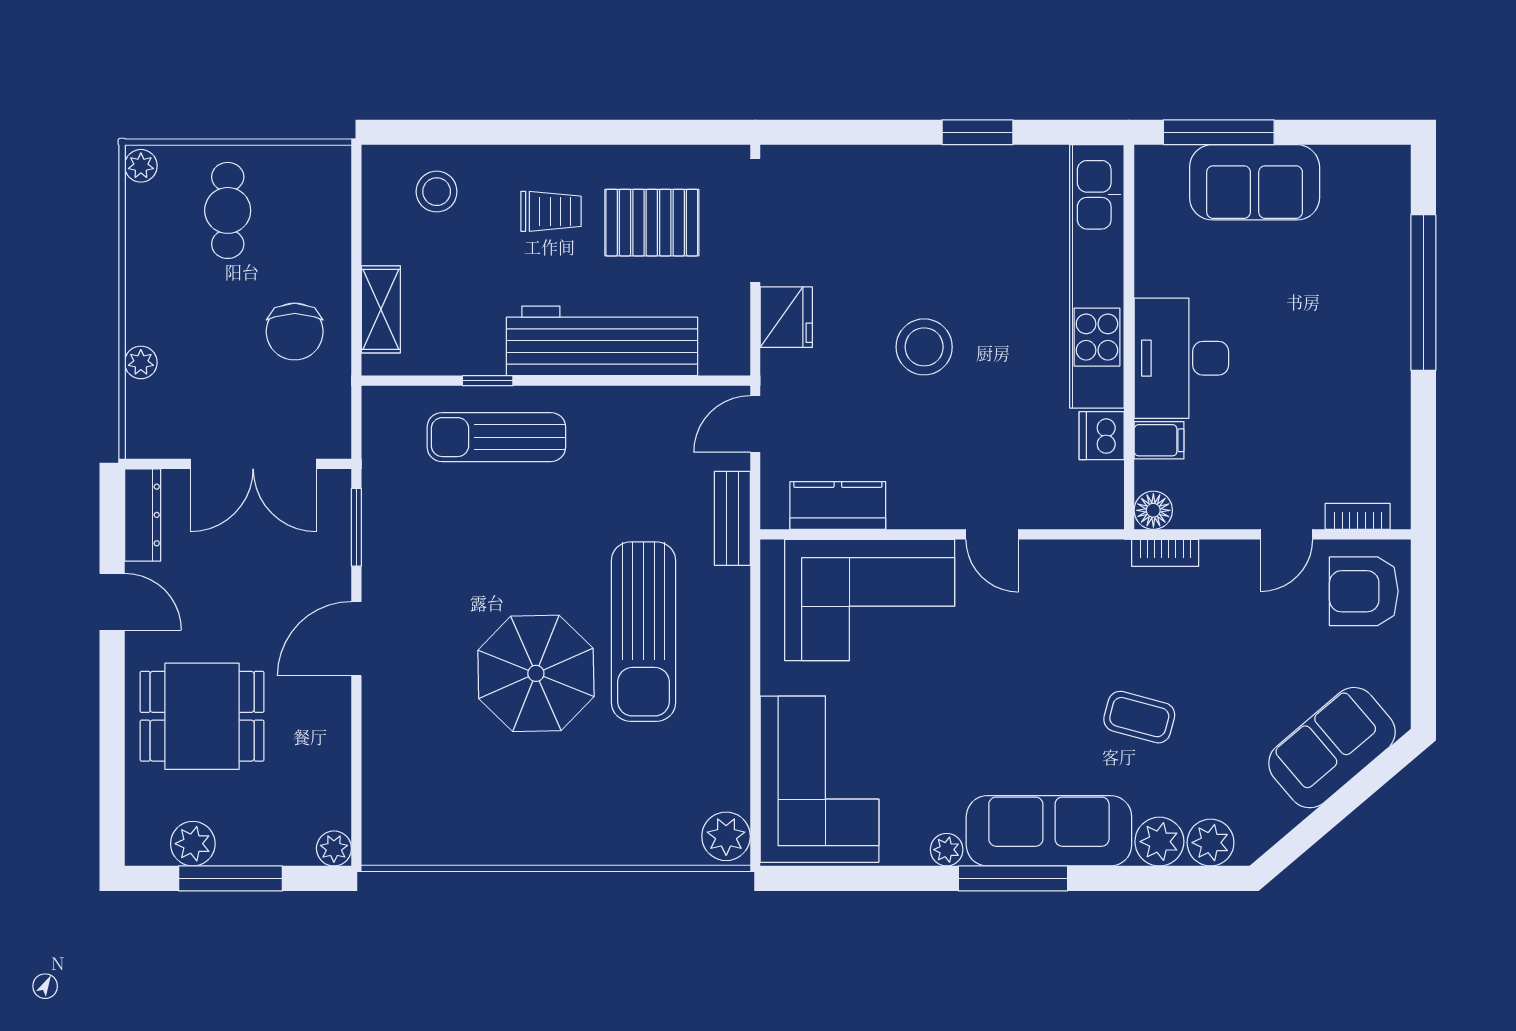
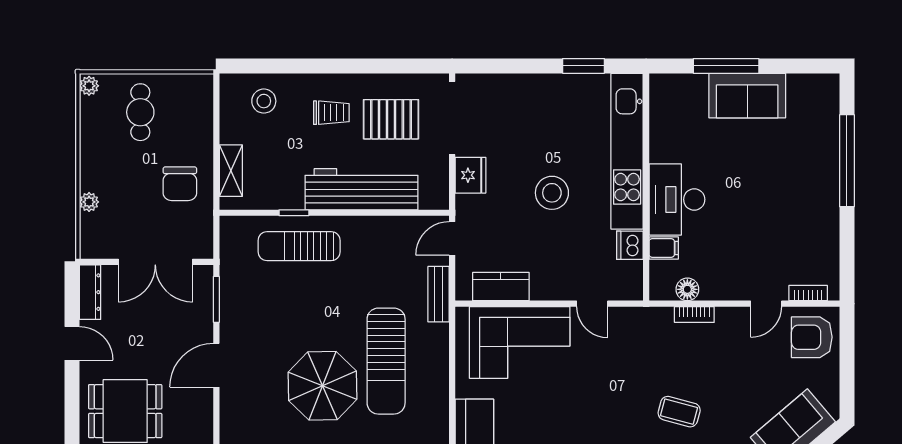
kitchen unit: (1097, 276) -> (627, 151), moved
wall: (1129, 337) -> (646, 187), moved
desk: (1181, 358) -> (677, 199), moved
dishwasher: (1102, 436) -> (630, 245), moved
filing cabinet: (1159, 440) -> (664, 248), moved

